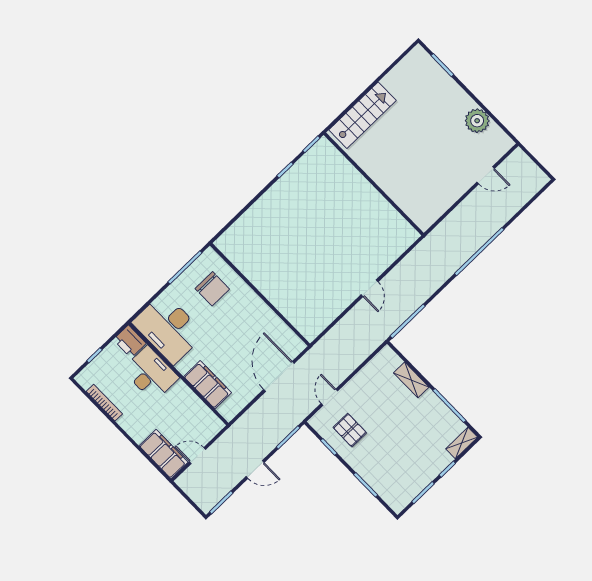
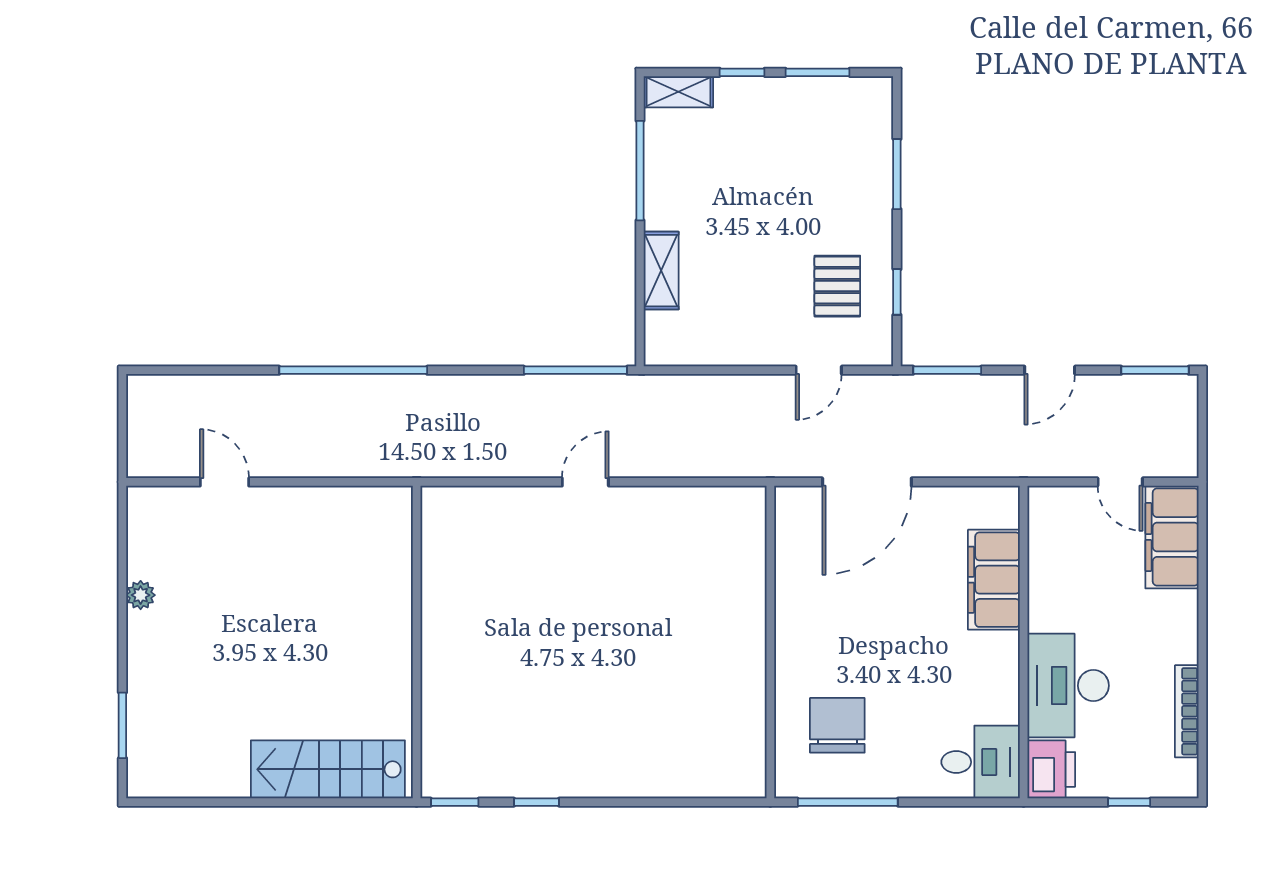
plant: (477, 121) -> (141, 595), width x0.53, depth x0.53
desk: (168, 328) -> (981, 762), width x0.53, depth x0.77
door: (255, 469) -> (1050, 370), swing flipped

